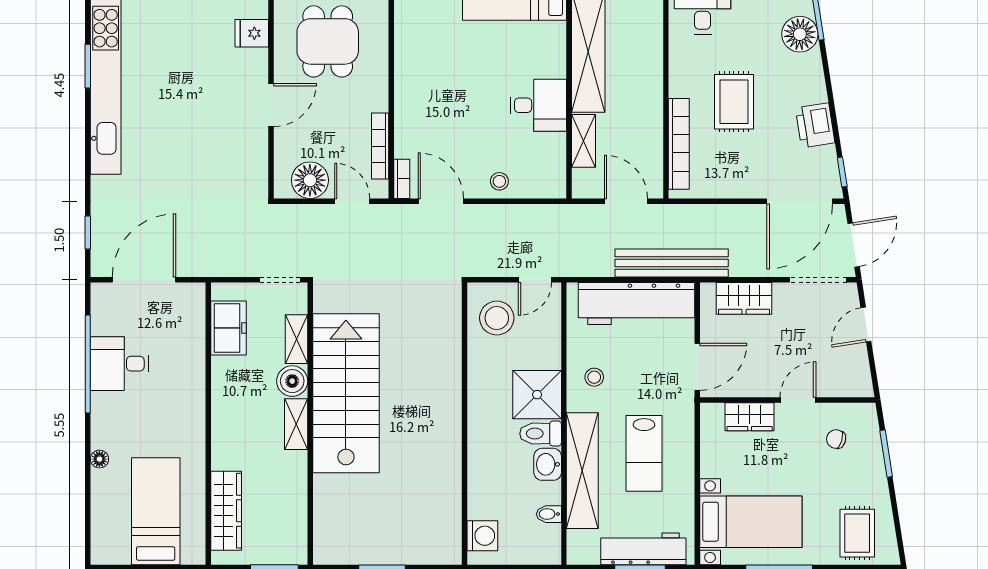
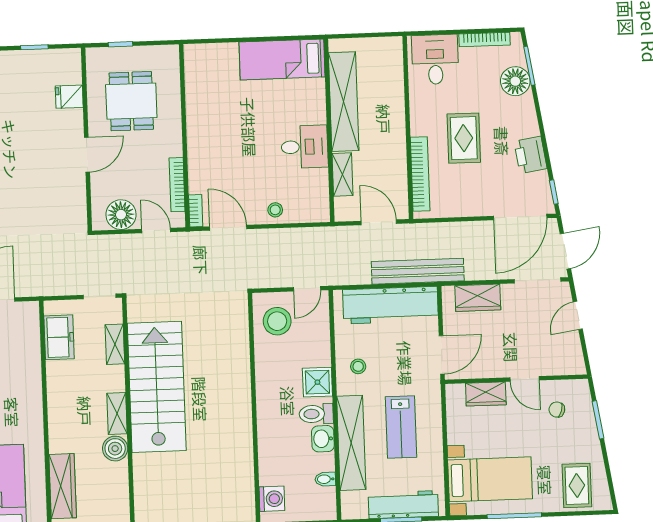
boiler: (292, 381) -> (115, 449), moved
shower: (537, 395) -> (317, 382), width x0.73, depth x0.73
door: (798, 400) -> (525, 379), swing flipped

